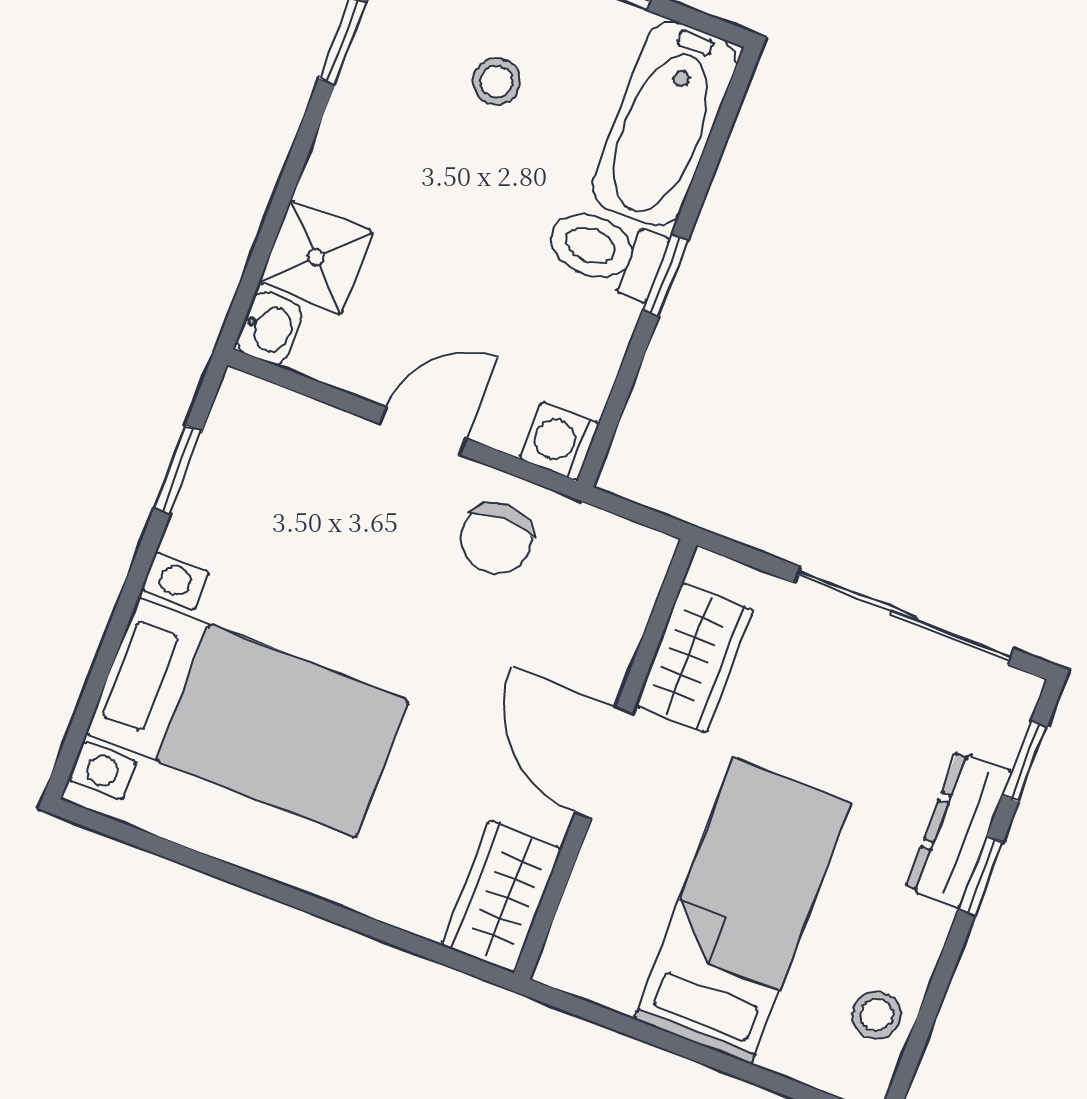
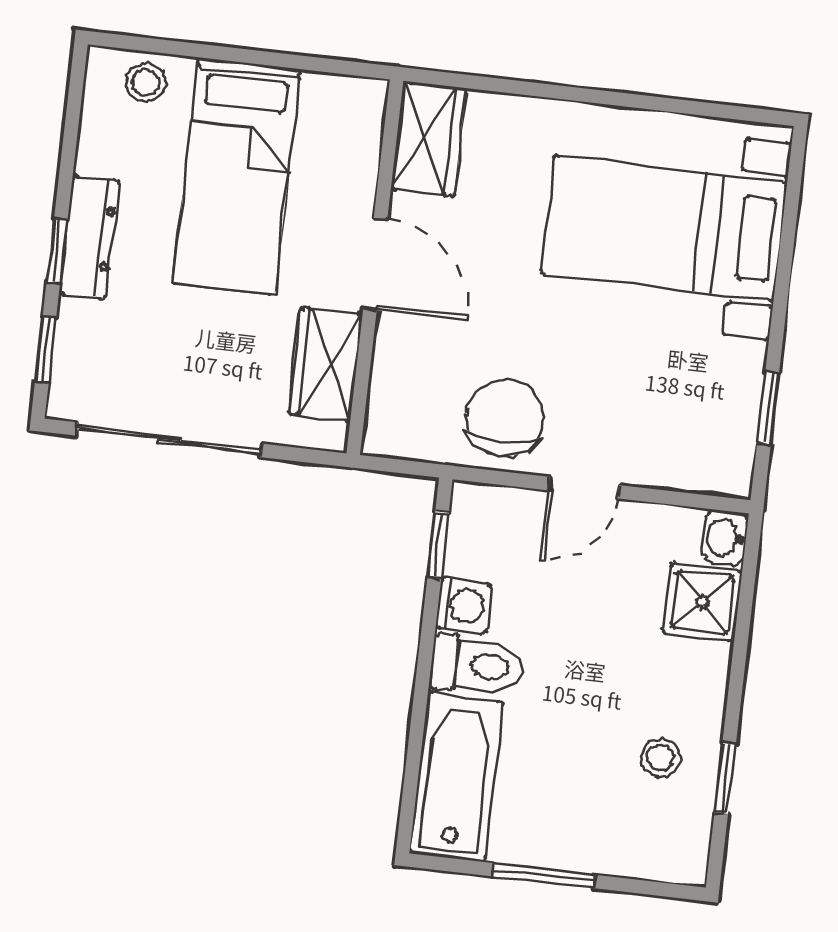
stool: (497, 82) -> (660, 758), moved
window: (665, 275) -> (438, 545), moved
washing machine: (559, 441) -> (463, 606), moved
chair: (496, 539) -> (505, 418), width x1.37, depth x1.37
dresser: (958, 830) -> (89, 237), moved
stool: (877, 1015) -> (146, 82), moved

